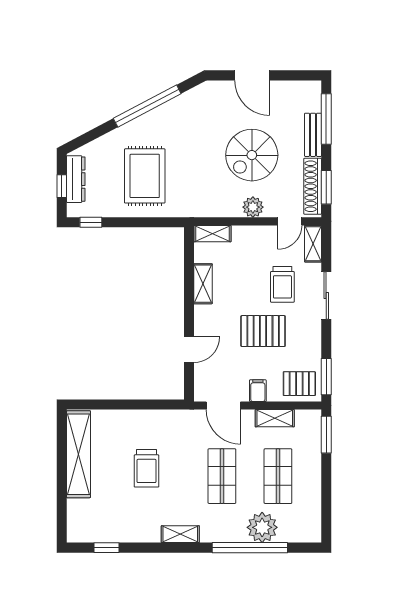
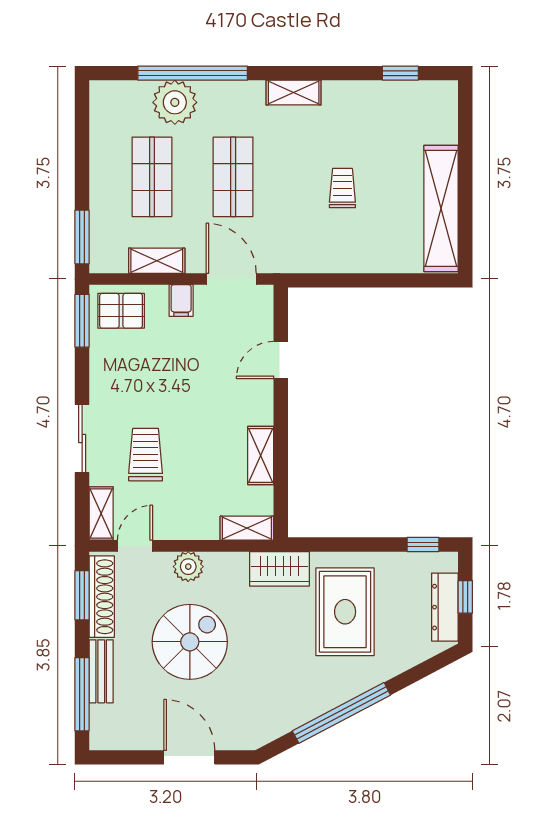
wardrobe: (190, 205) -> (279, 569), added
pallet: (263, 331) -> (174, 387), removed
trolley: (146, 468) -> (342, 188), width x0.73, depth x0.72

